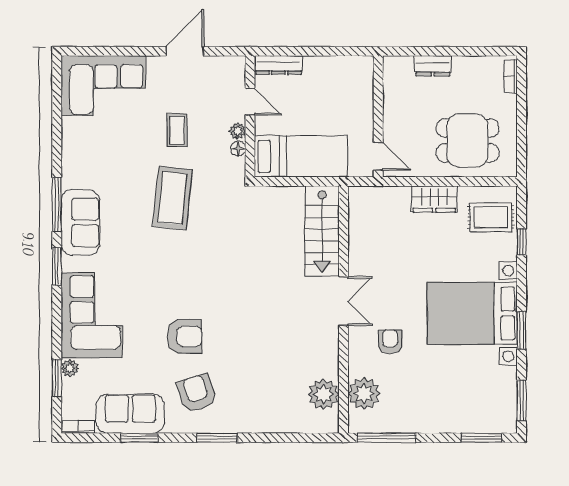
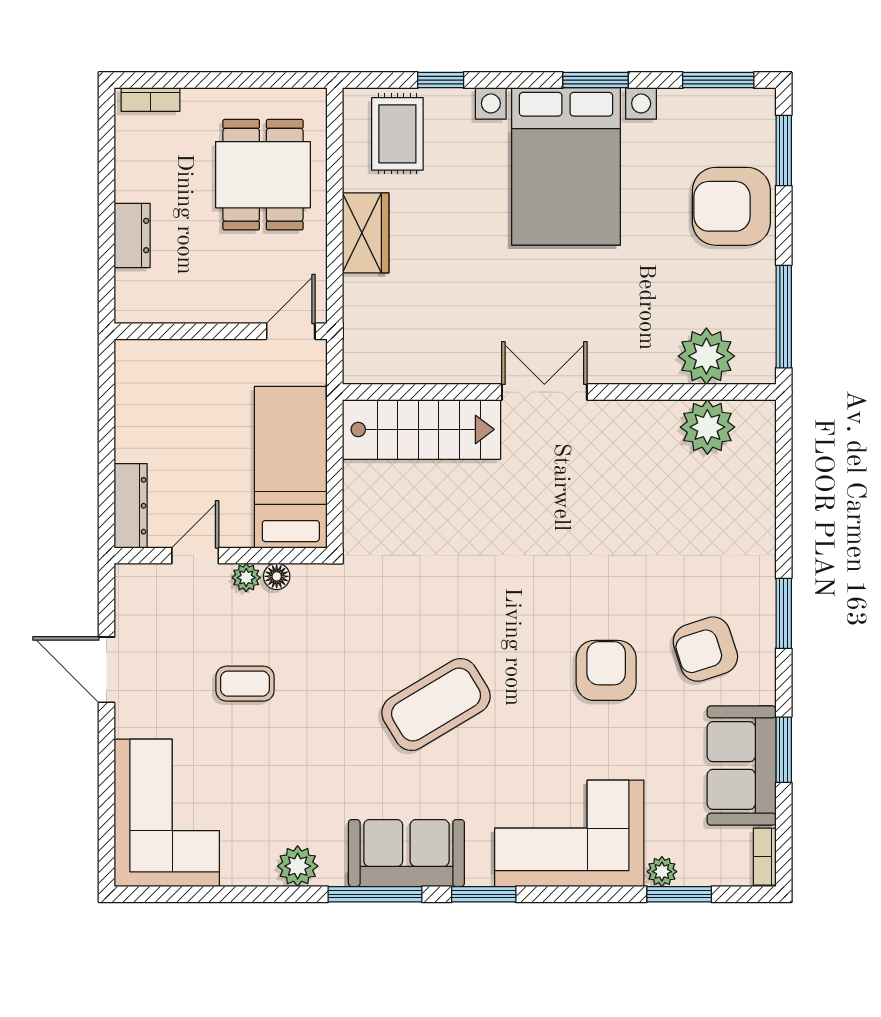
plant: (73, 160) -> (298, 866), added
coffee table: (172, 198) -> (436, 705), moved, turned -37
armchair: (390, 342) -> (731, 206), moved, width x1.88, depth x1.88

